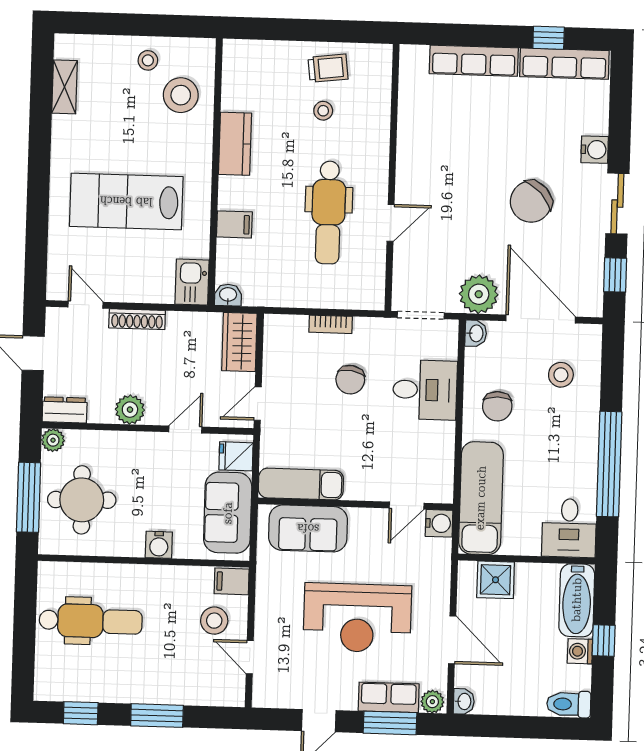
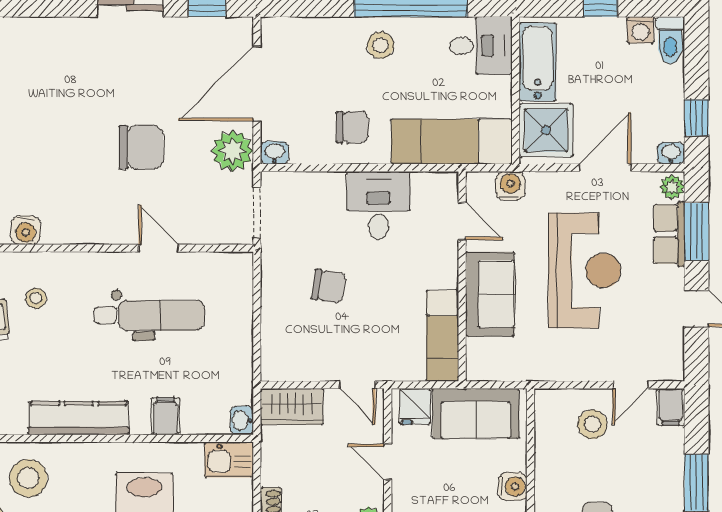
stool: (323, 111) -> (36, 298), moved
kitchen counter: (235, 144) -> (79, 418), width x1.50
water cooler: (595, 150) -> (26, 230), moved, turned 180
chair: (531, 202) -> (141, 147), moved, turned -47
bookcase: (331, 324) -> (270, 309), removed
stool: (561, 375) -> (381, 45), moved
desk: (425, 390) -> (378, 206), moved
water cooler: (439, 523) -> (510, 186), moved
sofa: (308, 528) -> (490, 294), moved
shower: (496, 580) -> (546, 130), width x1.36, depth x1.36
filing cabinet: (232, 581) -> (671, 407), moved
bathtub: (577, 600) -> (538, 62), moved, turned -90
washing machine: (580, 651) -> (640, 30), moved
window: (496, 726) -> (696, 118), added

